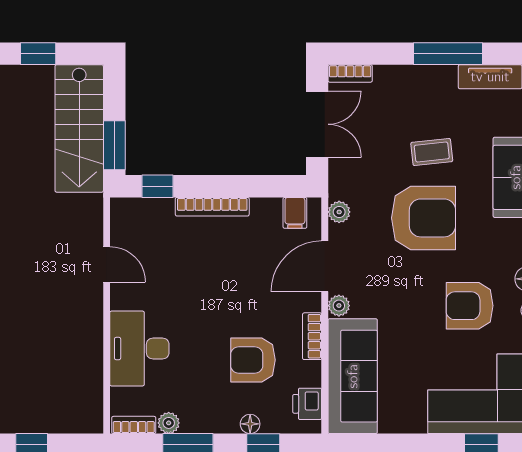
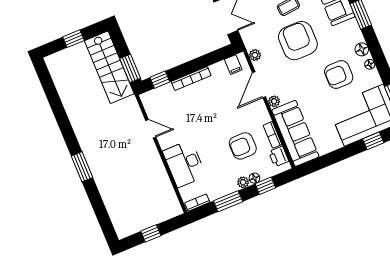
armchair: (423, 218) -> (298, 41), turned -90
bookcase: (312, 336) -> (273, 135), moved
plant: (169, 423) -> (243, 182), moved

